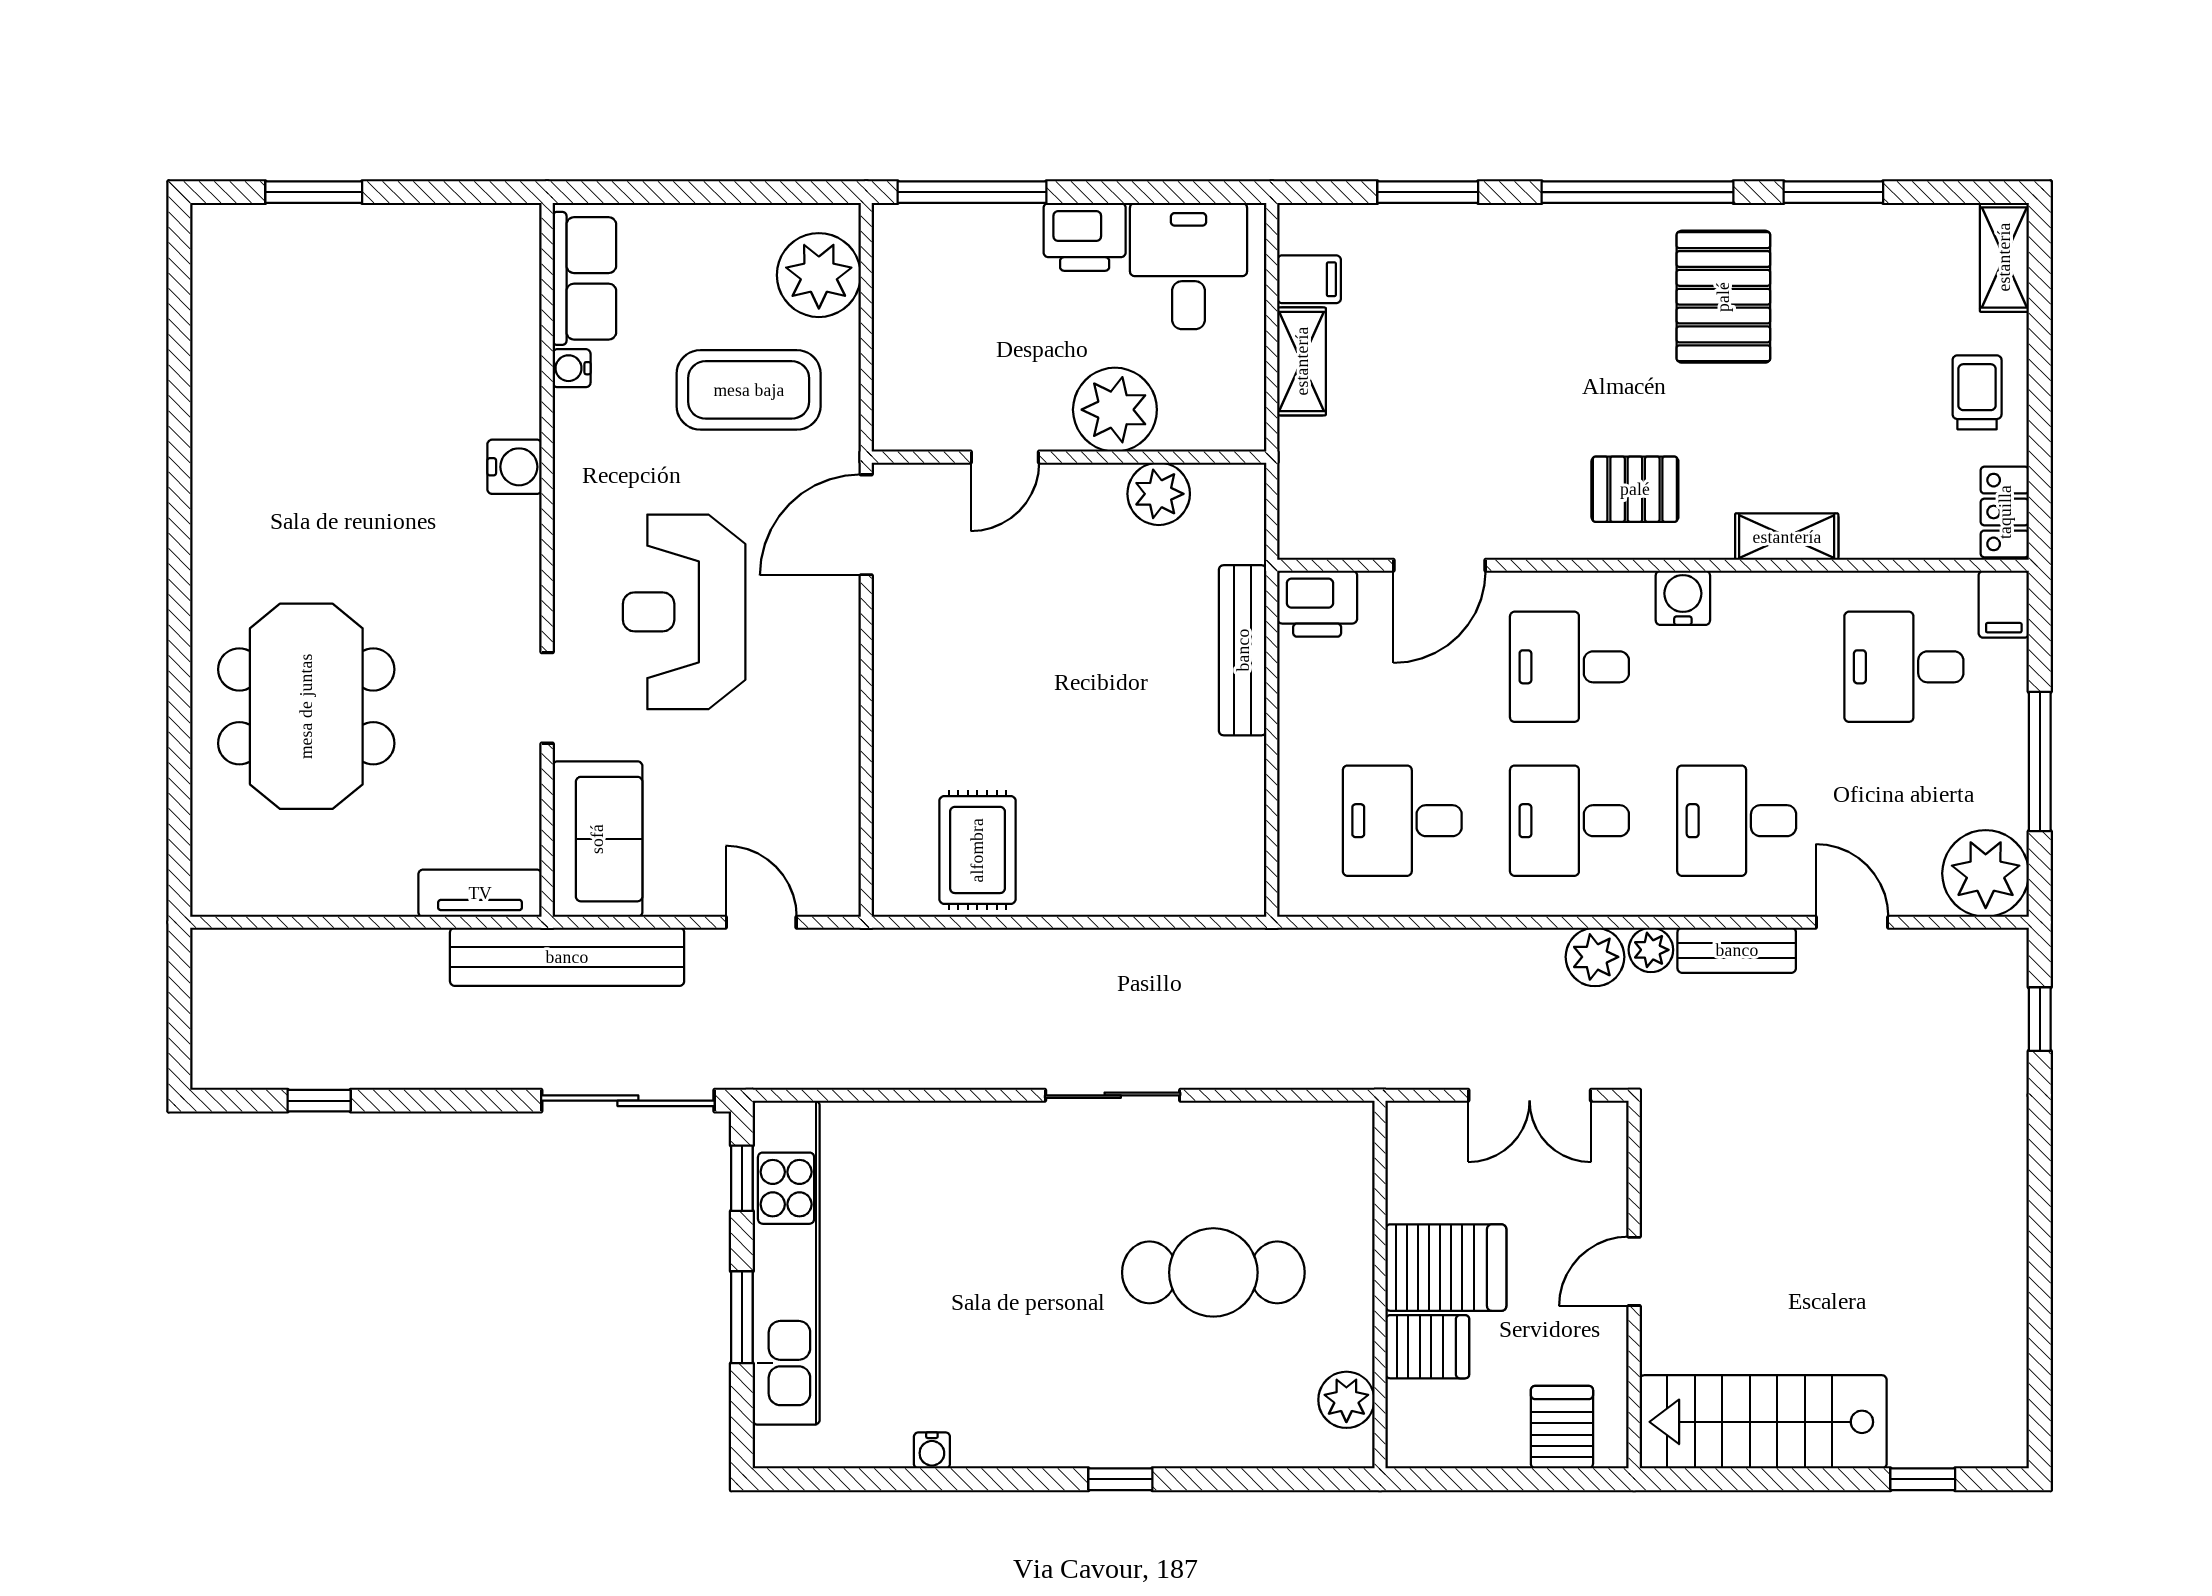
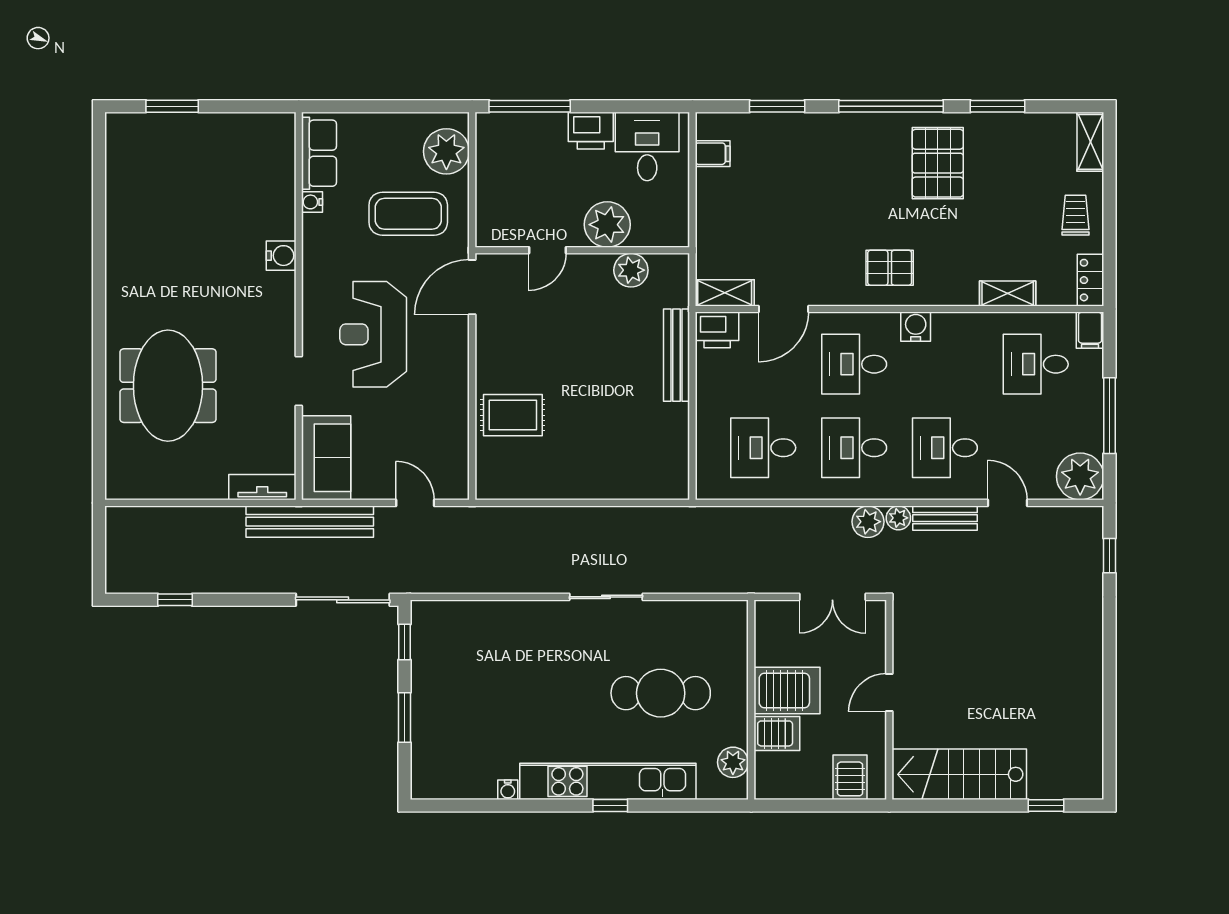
shelving: (1302, 361) -> (725, 293), moved, turned 90
shelving: (1787, 537) -> (1008, 293), moved
rug: (977, 850) -> (513, 415), moved, turned 90
kitchen unit: (786, 1263) -> (608, 781), moved, turned -90

